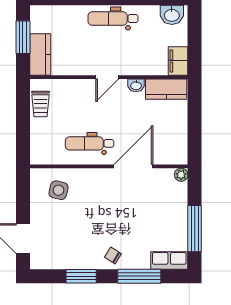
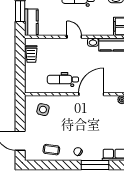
door: (107, 77) -> (74, 37), swing flipped
coffee table: (72, 252) -> (51, 150), added
window: (81, 276) -> (58, 165), removed

